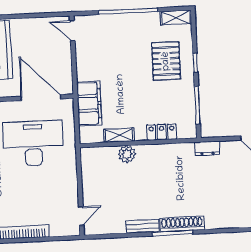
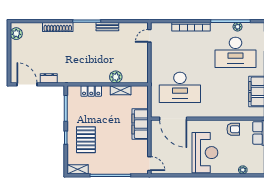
filing cabinet: (89, 103) -> (140, 124), moved
dresser: (207, 148) -> (49, 78), moved
shoe rack: (182, 224) -> (58, 27), moved

